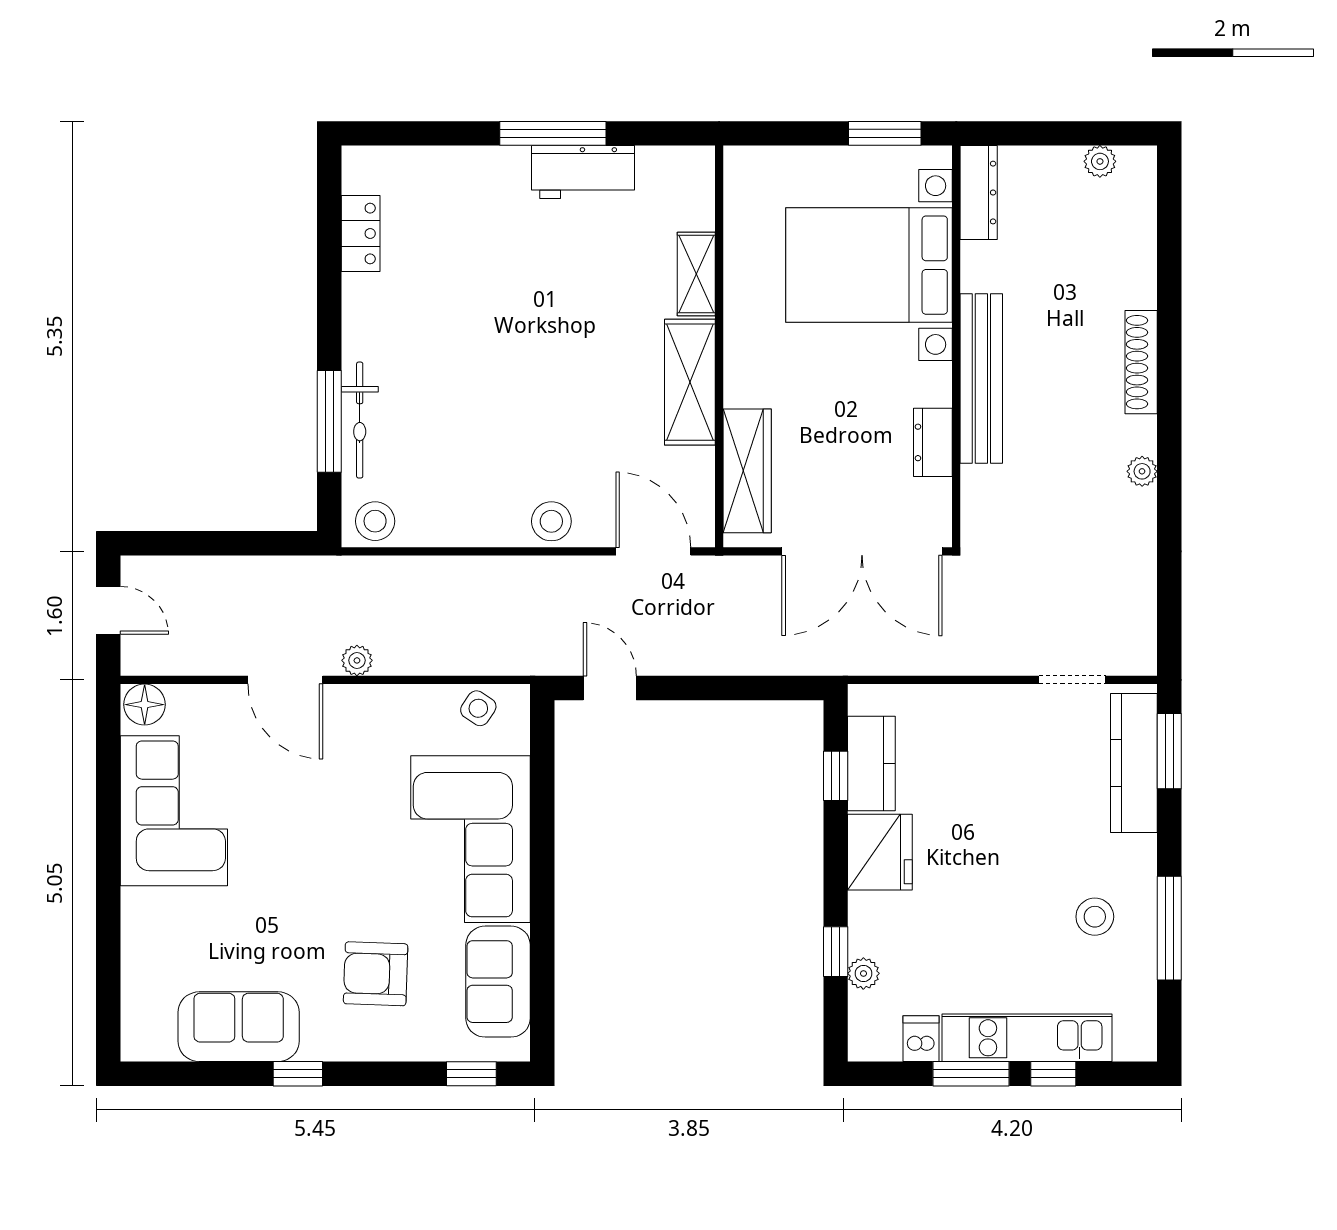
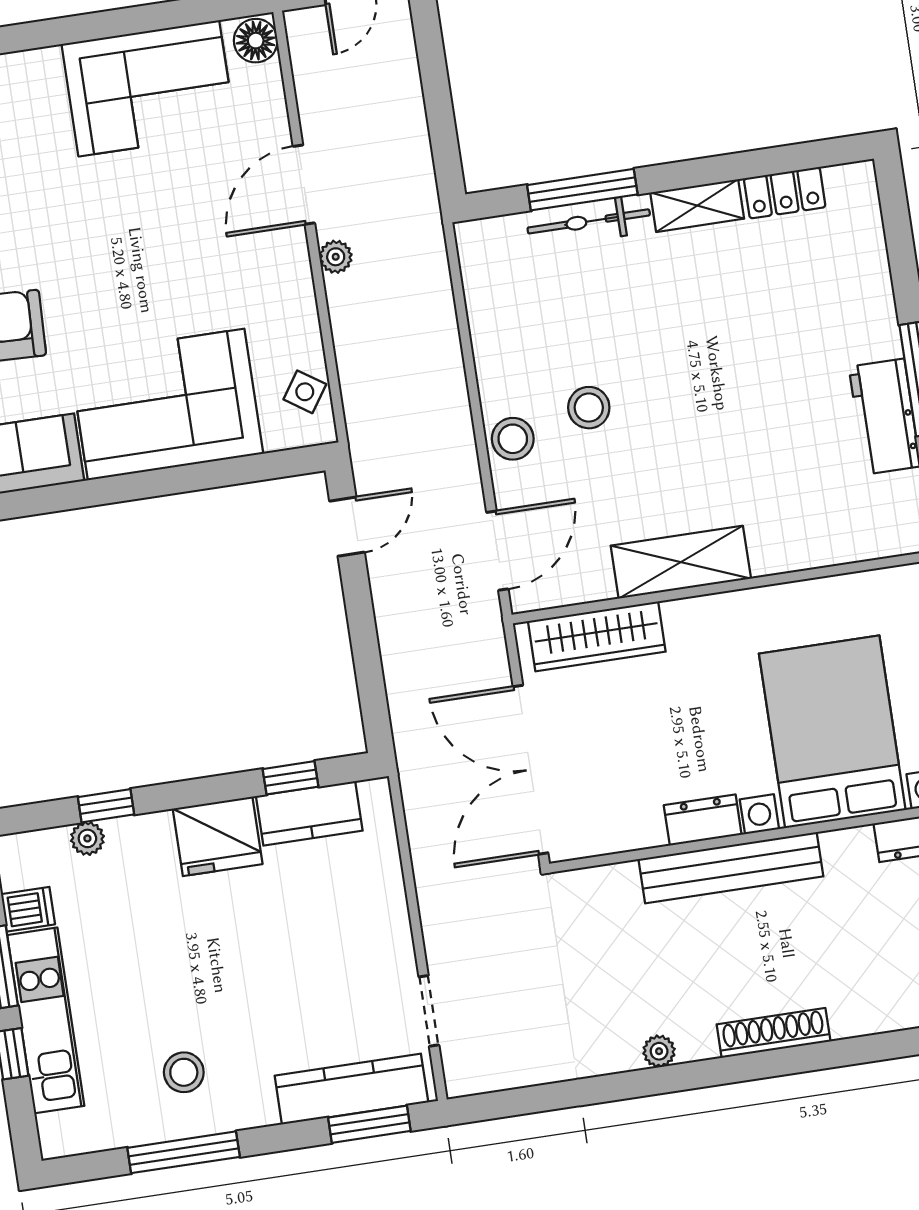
shelving: (696, 274) -> (697, 206), moved
dresser: (933, 442) -> (703, 820), moved
stool: (375, 521) -> (589, 408), moved

